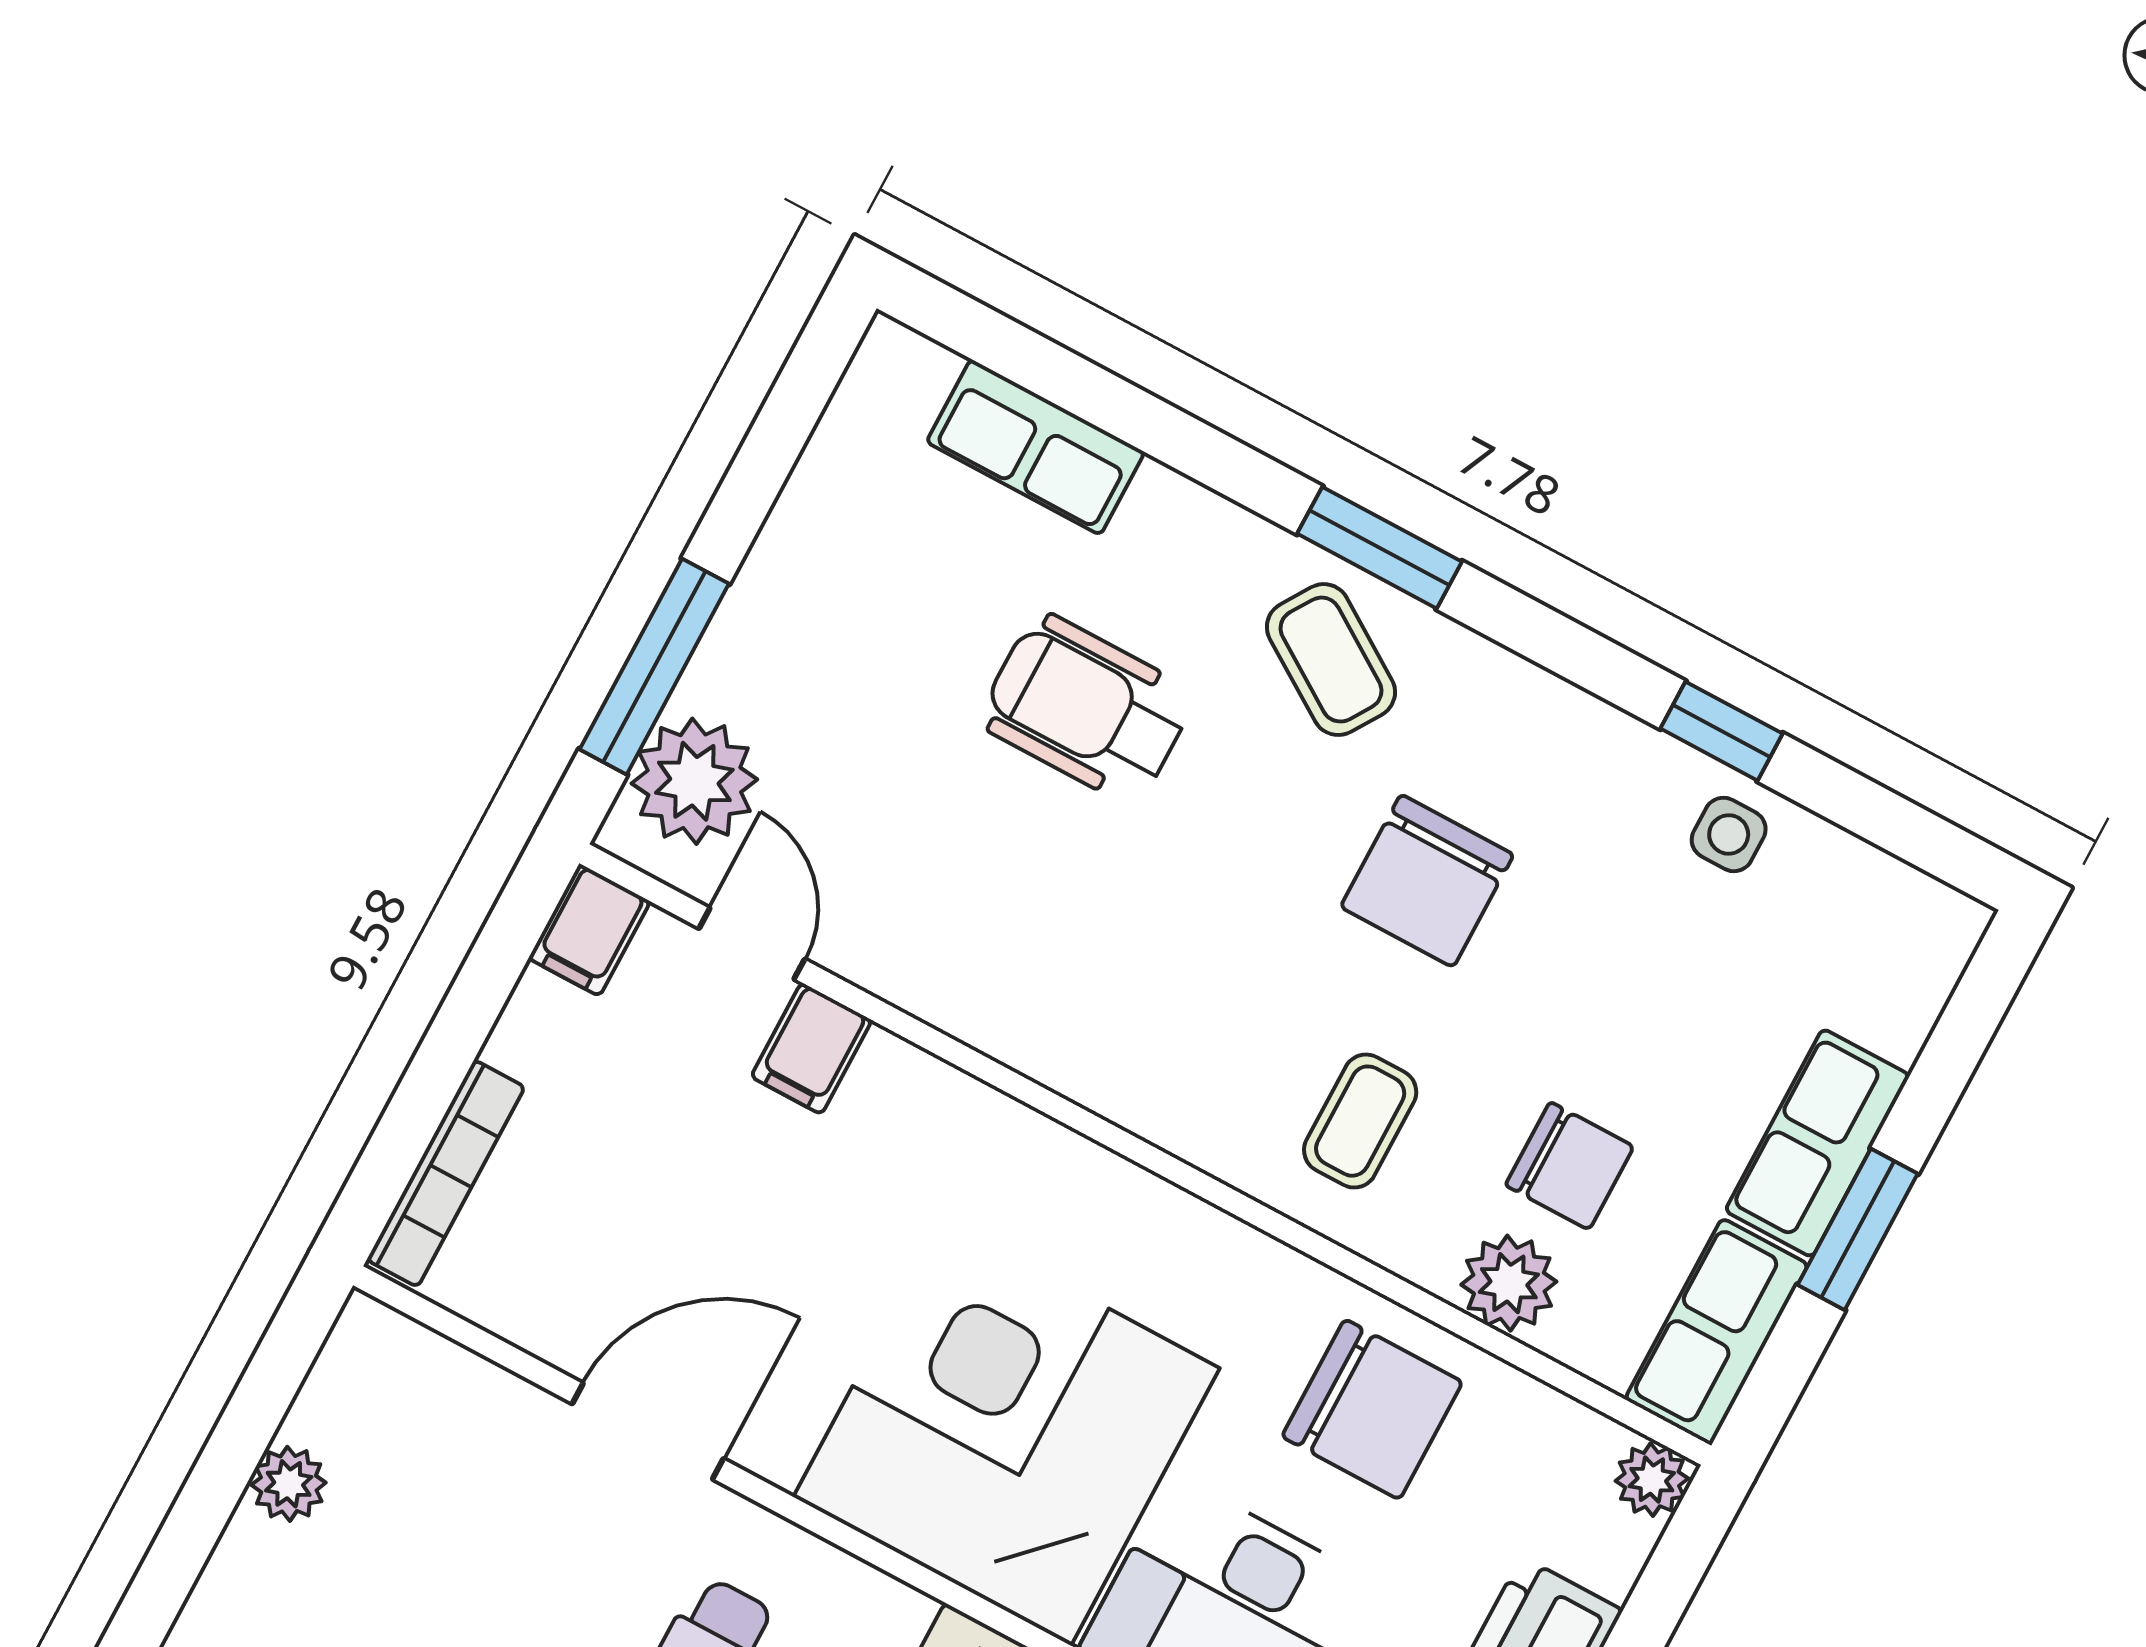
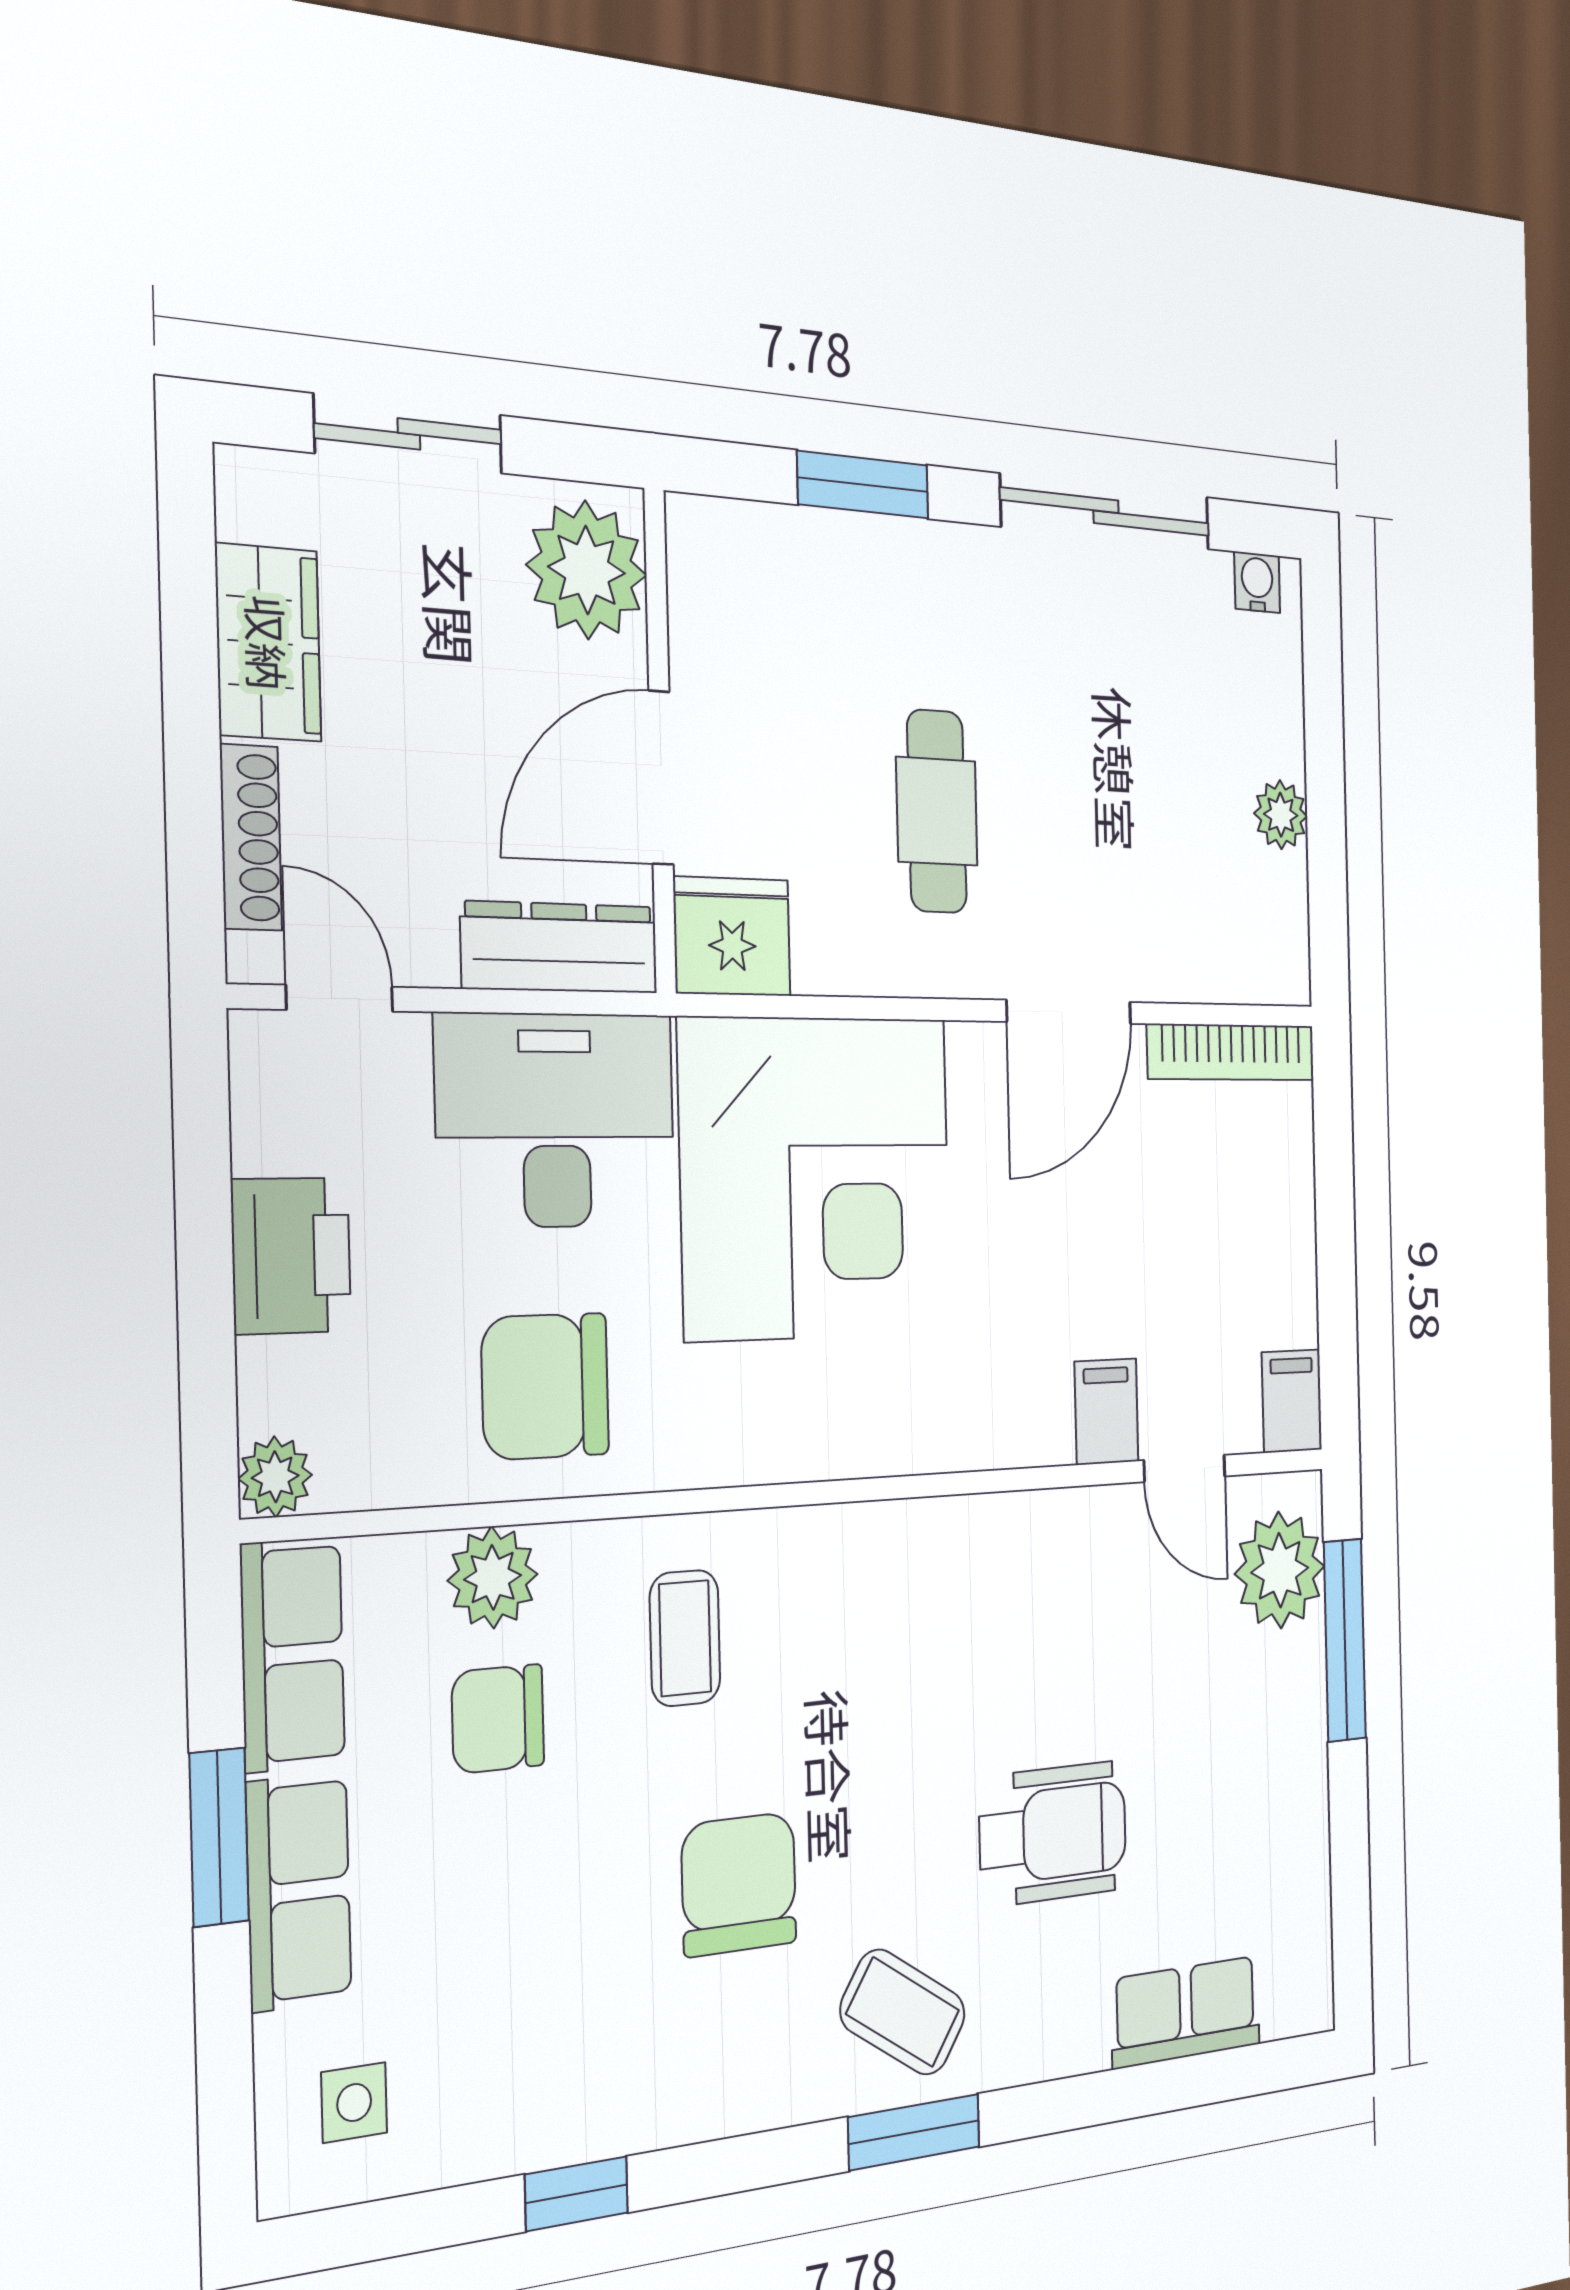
side table: (1729, 834) -> (354, 2103), moved
bookcase: (446, 1173) -> (1231, 1052), moved, turned -90

